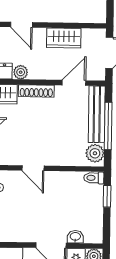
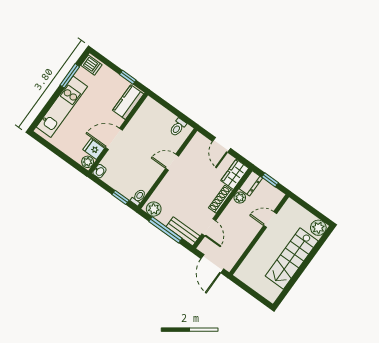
wardrobe: (64, 38) -> (242, 241), removed
bench: (97, 114) -> (183, 231), width x0.73
washbasin: (75, 237) -> (99, 171), moved

